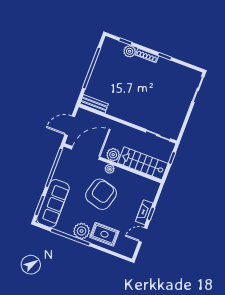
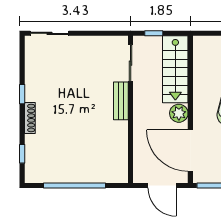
plant: (130, 51) -> (33, 143), removed
bench: (94, 104) -> (121, 101), moved
plant: (110, 169) -> (199, 111), removed

